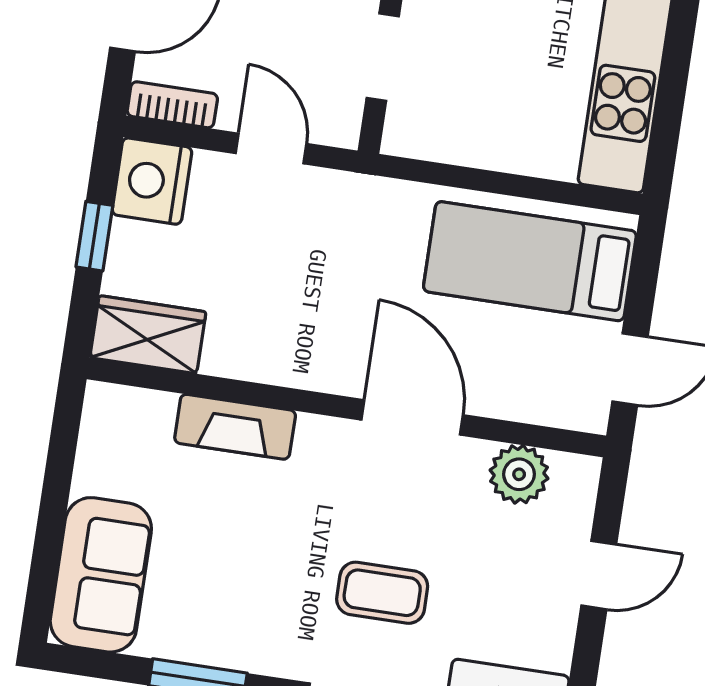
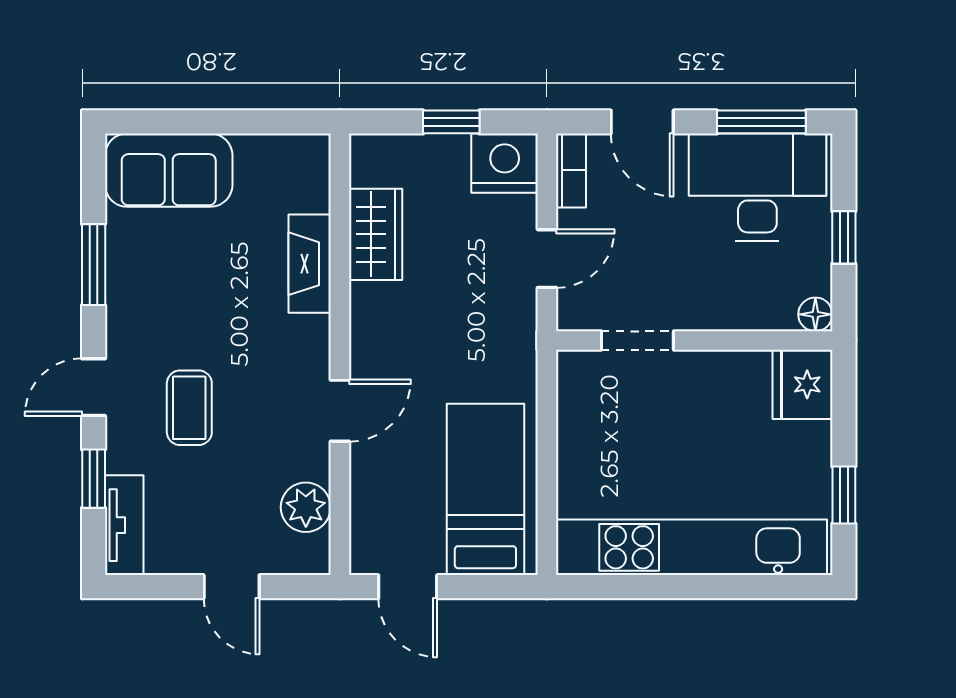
wardrobe: (148, 335) -> (376, 234), moved
door: (412, 417) -> (340, 411), width x0.73

